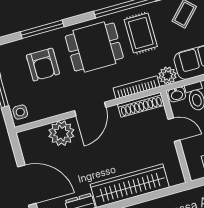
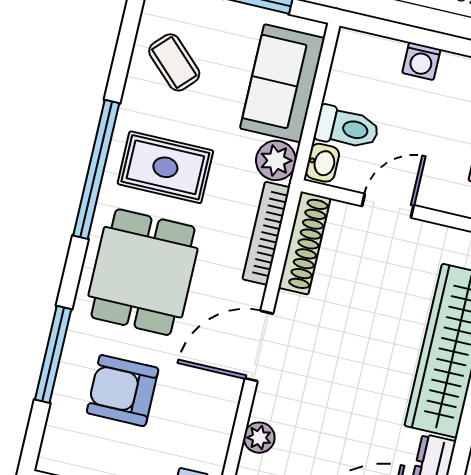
armchair: (43, 65) -> (123, 391), turned 180
door: (90, 109) -> (259, 346), swing flipped
plant: (61, 133) -> (259, 438), width x0.53, depth x0.53

